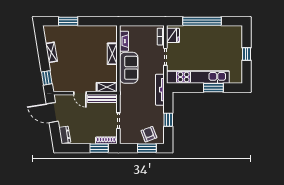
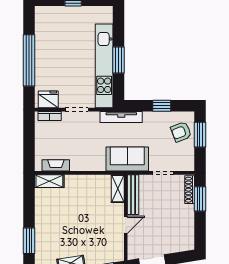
shelving: (112, 54) -> (49, 181), moved
sofa: (129, 68) -> (127, 159), moved
window: (213, 88) -> (118, 60), moved
dresser: (65, 135) -> (182, 245), removed

